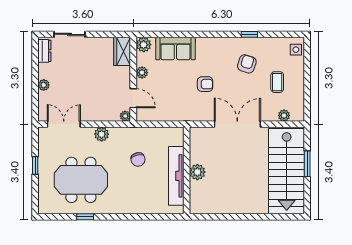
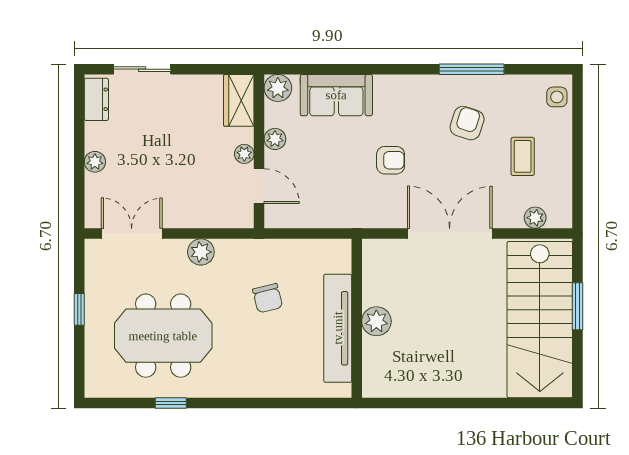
window: (249, 34) -> (472, 69), width x2.17
plant: (125, 116) -> (244, 154), moved

